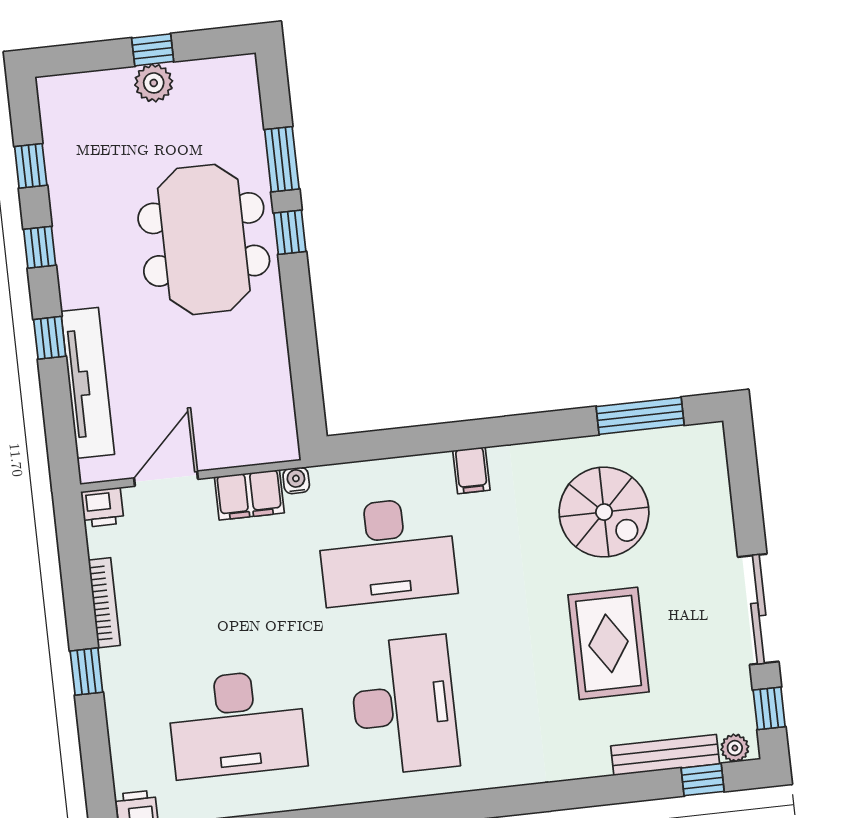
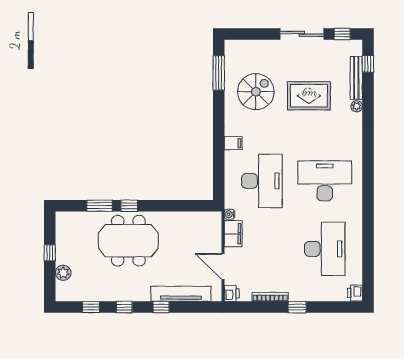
plant: (154, 83) -> (63, 273), moved
plant: (735, 748) -> (357, 106), moved

